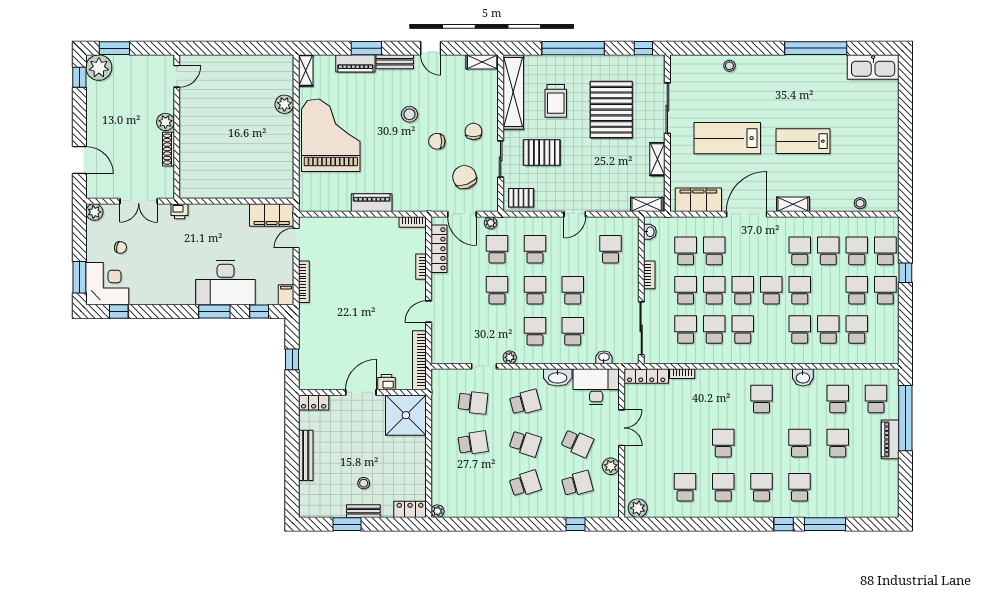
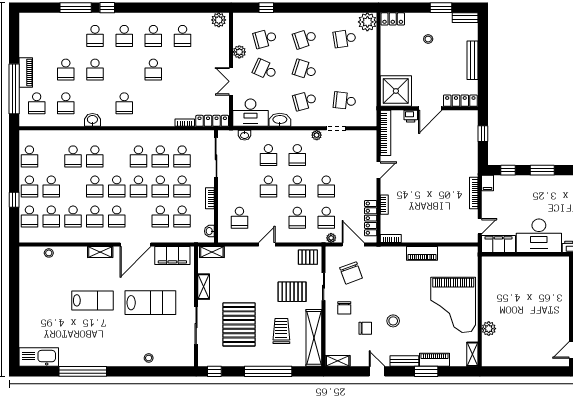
chair: (437, 141) -> (365, 328), moved
school desk: (771, 251) -> (117, 217), added
desk: (225, 283) -> (539, 236), moved, turned 180
school desk: (857, 330) -> (29, 156), moved
locker: (314, 402) -> (460, 101), width x1.53
school desk: (473, 443) -> (345, 39), moved
bench: (363, 511) -> (465, 18), moved
plant: (437, 511) -> (367, 22), width x1.88, depth x1.88

